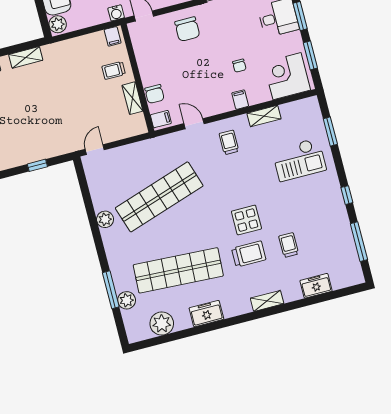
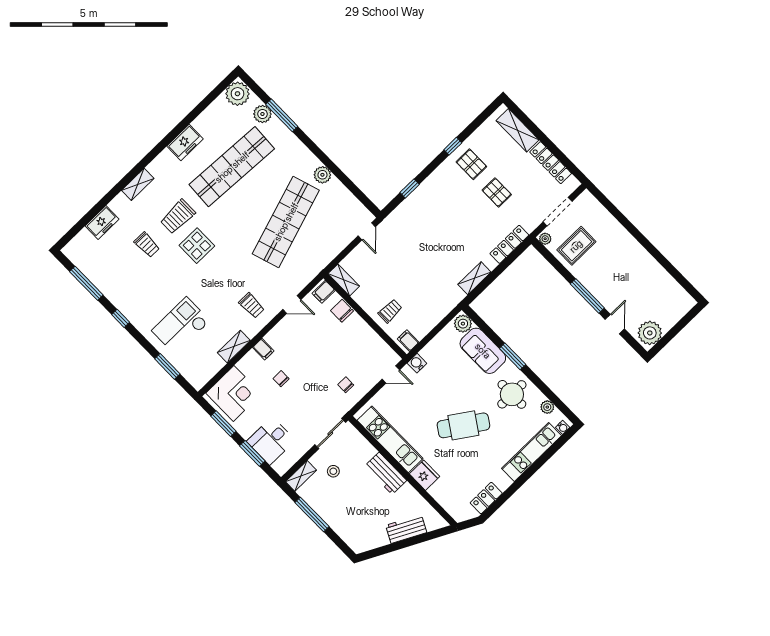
chair: (187, 29) -> (346, 385), width x0.54, depth x0.54
shelving: (132, 98) -> (344, 280), moved
plant: (162, 324) -> (237, 94), moved

